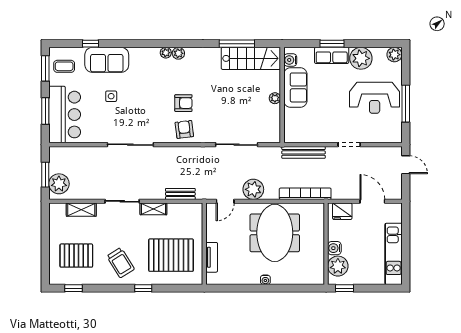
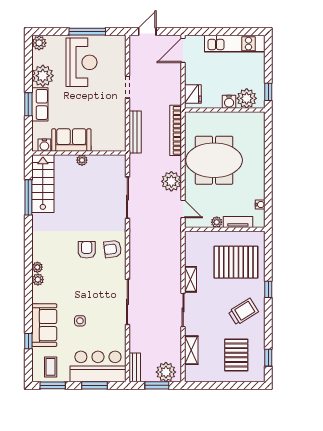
plant: (178, 53) -> (38, 280), moved
bench: (180, 194) -> (135, 367), moved
door: (372, 201) -> (183, 50), moved
plant: (212, 235) -> (217, 222), added
pallet: (171, 255) -> (236, 262), turned 90
water cooler: (265, 280) -> (260, 205), moved

